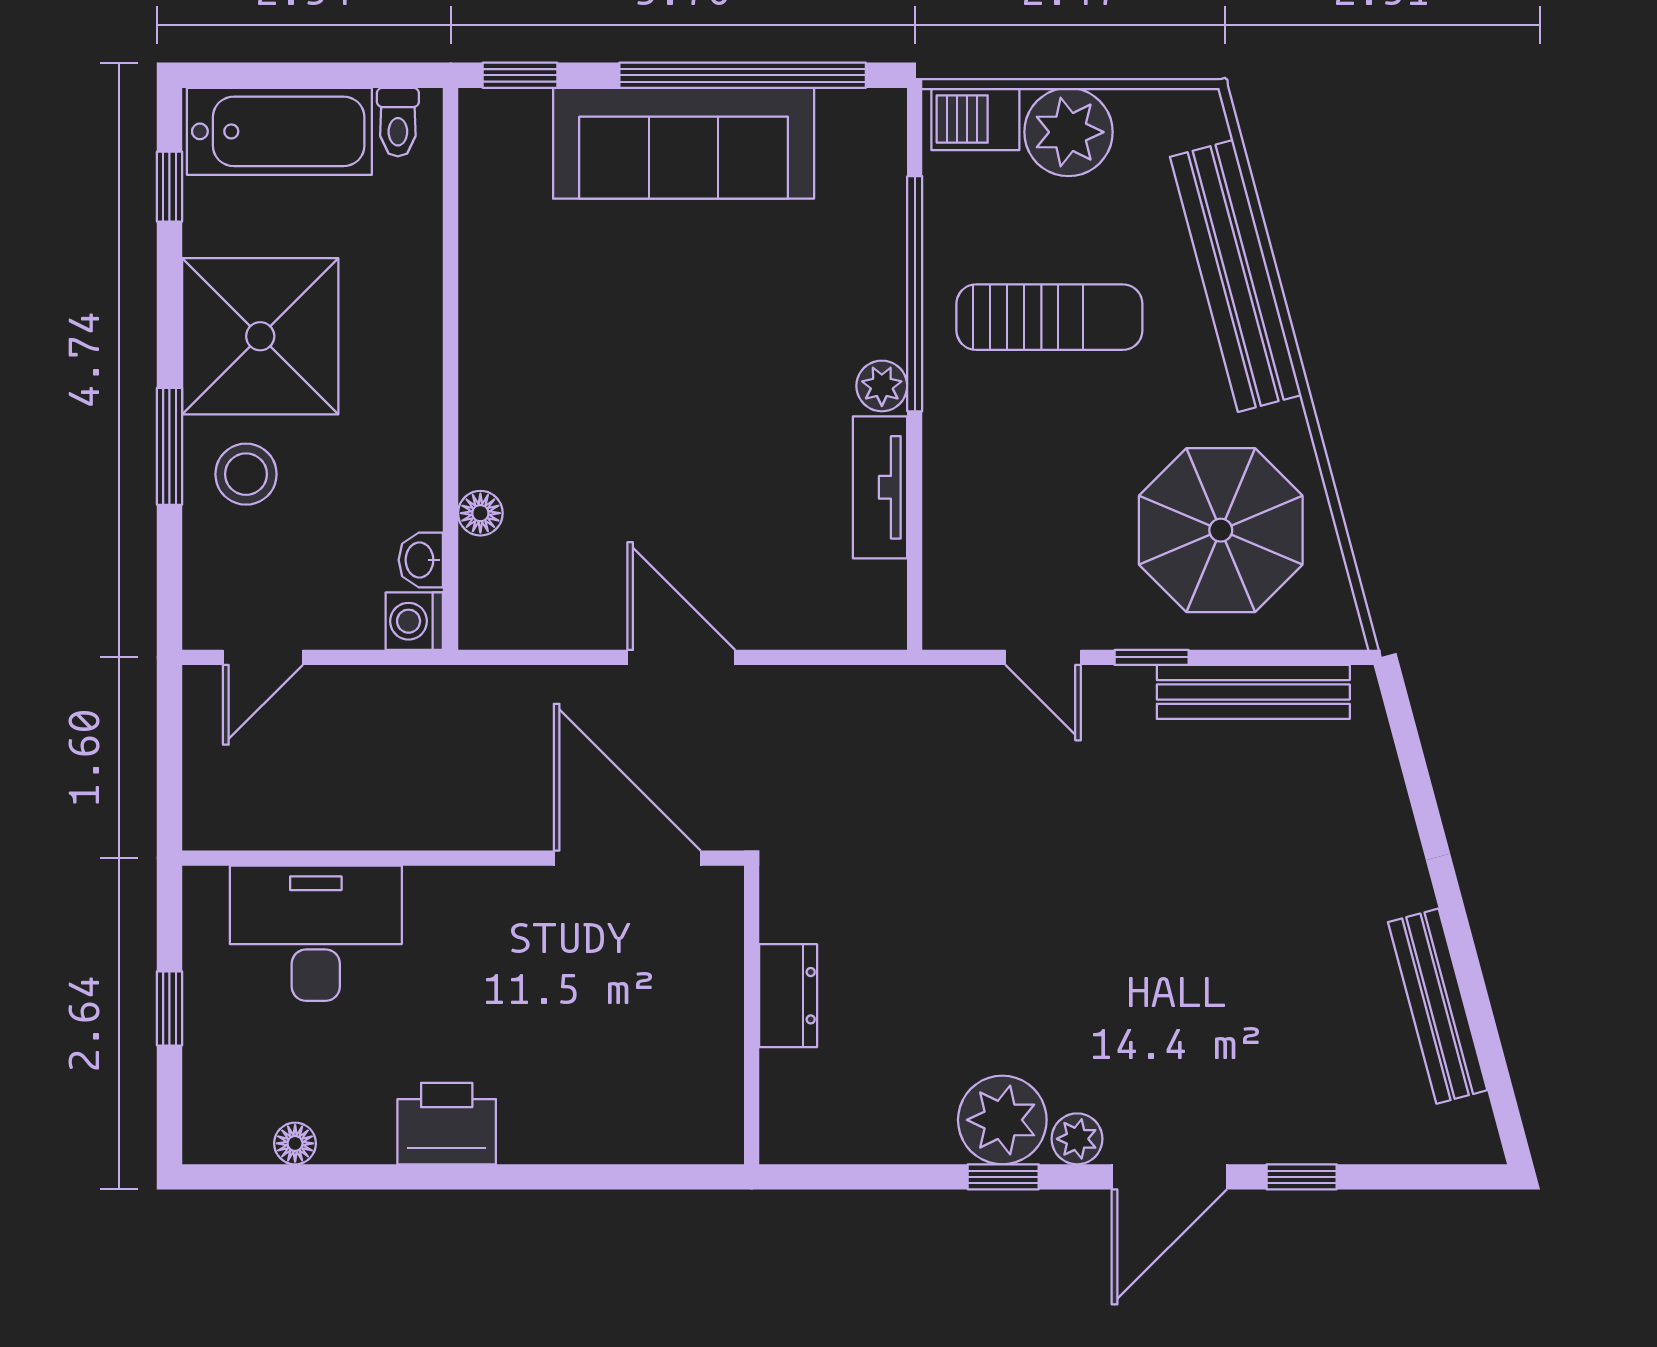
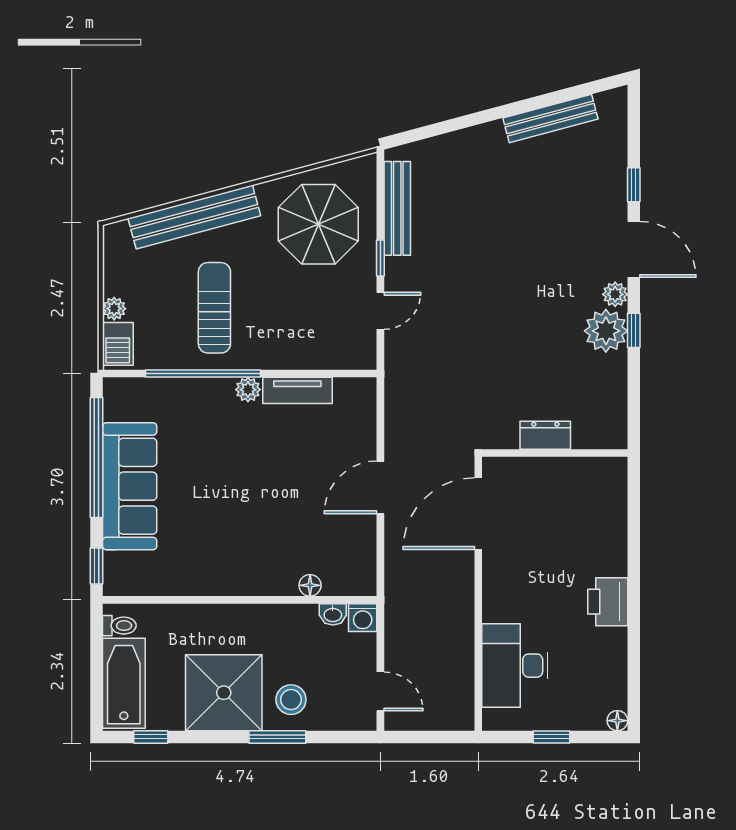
plant: (1068, 132) -> (114, 309), width x0.53, depth x0.53
floor lamp: (295, 1143) -> (617, 721), moved

